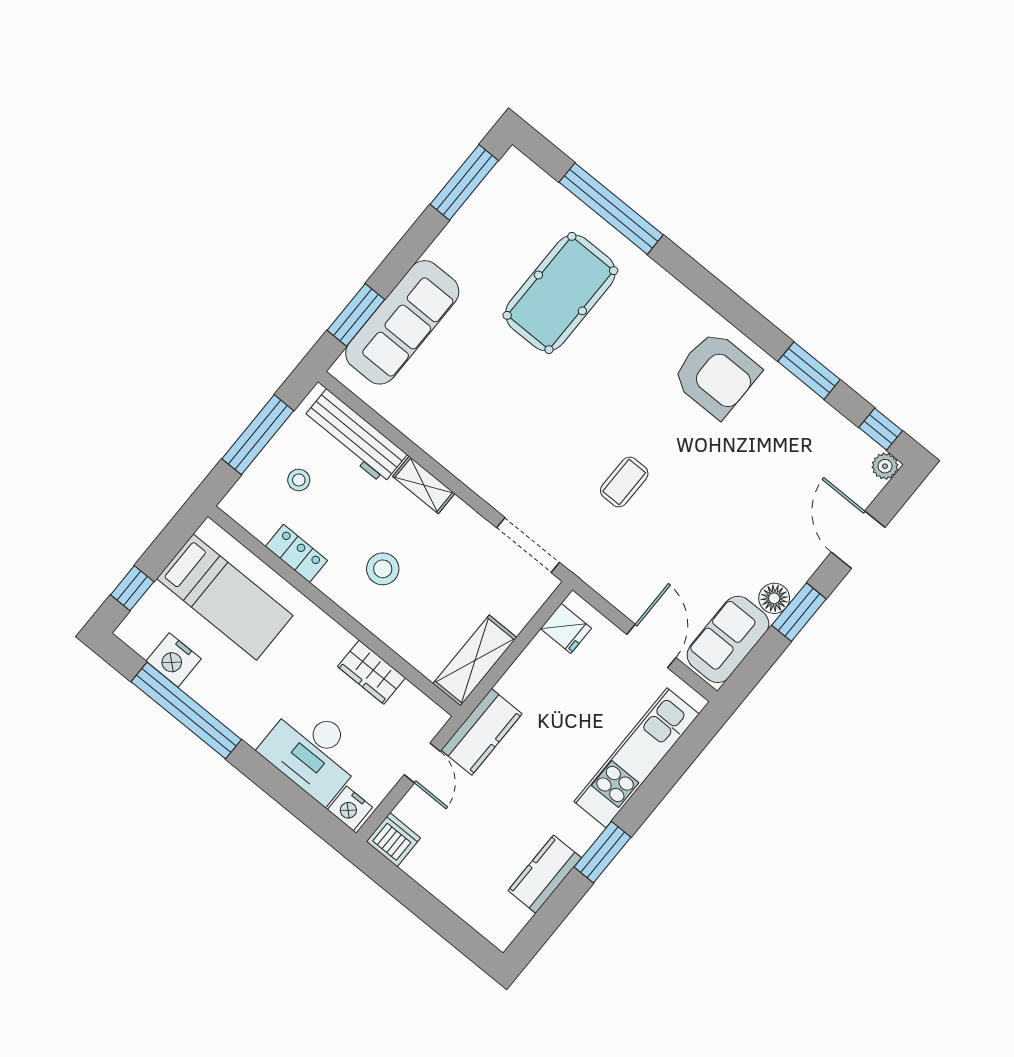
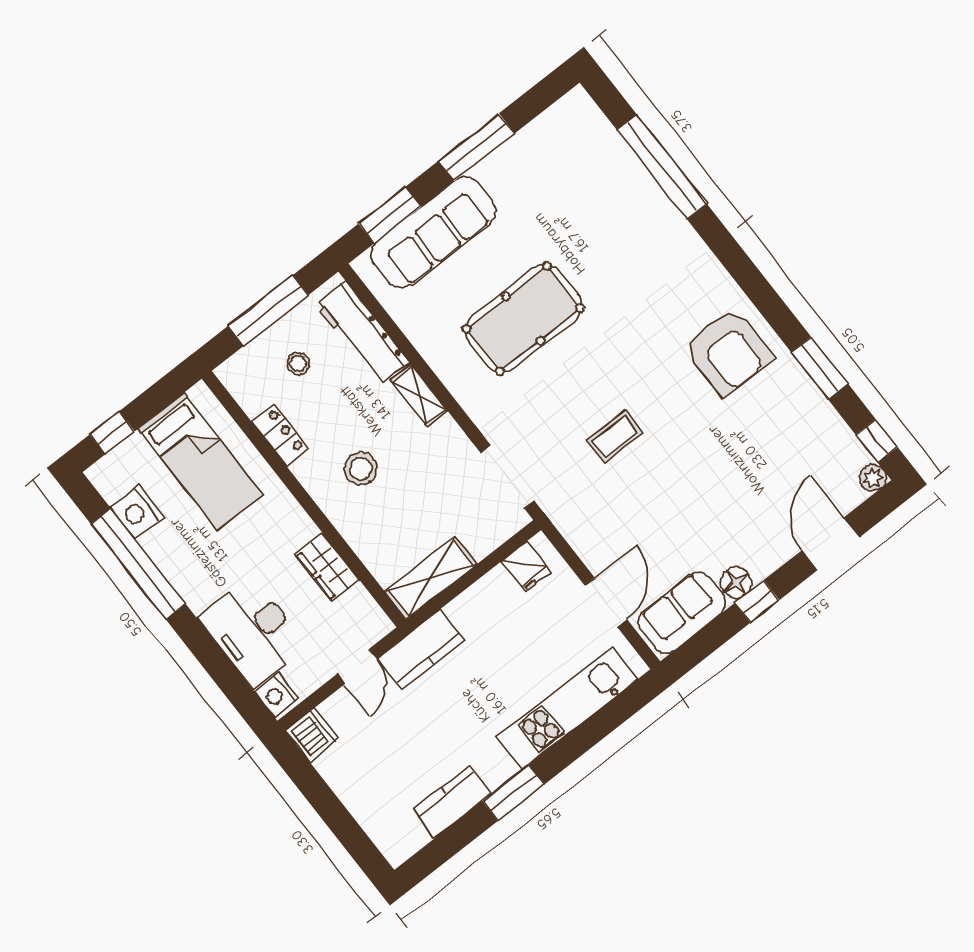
window: (464, 182) -> (477, 147), moved
pool table: (560, 293) -> (523, 319), moved
window: (799, 612) -> (757, 601), width x0.67

